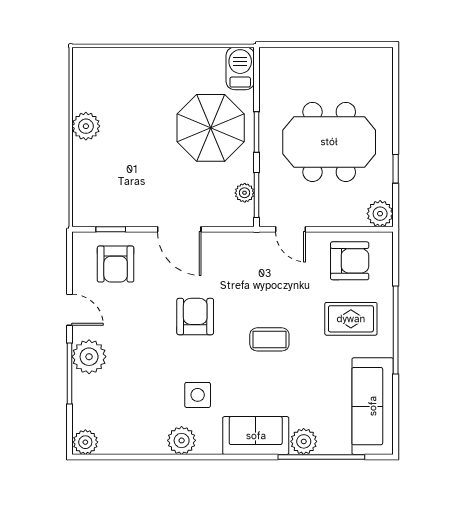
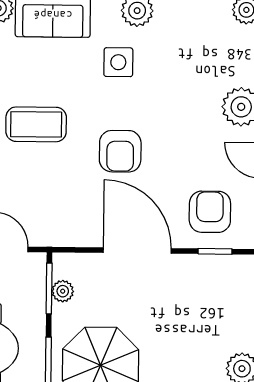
door: (179, 229) -> (137, 251), width x1.36
coffee table: (269, 339) -> (36, 124), width x1.36, depth x1.30

